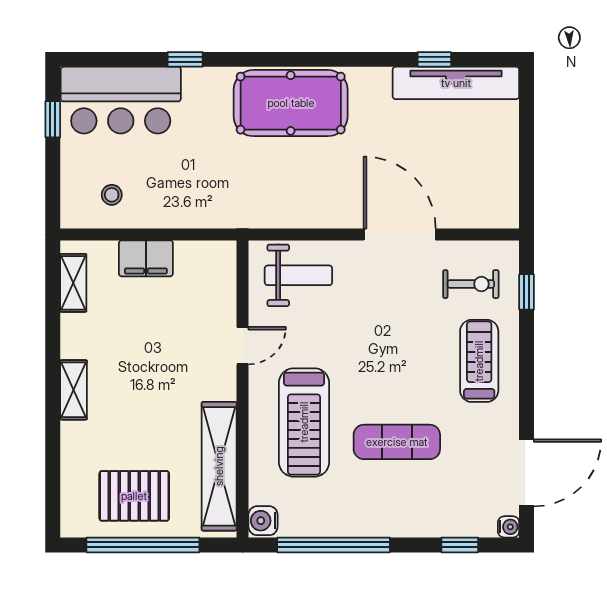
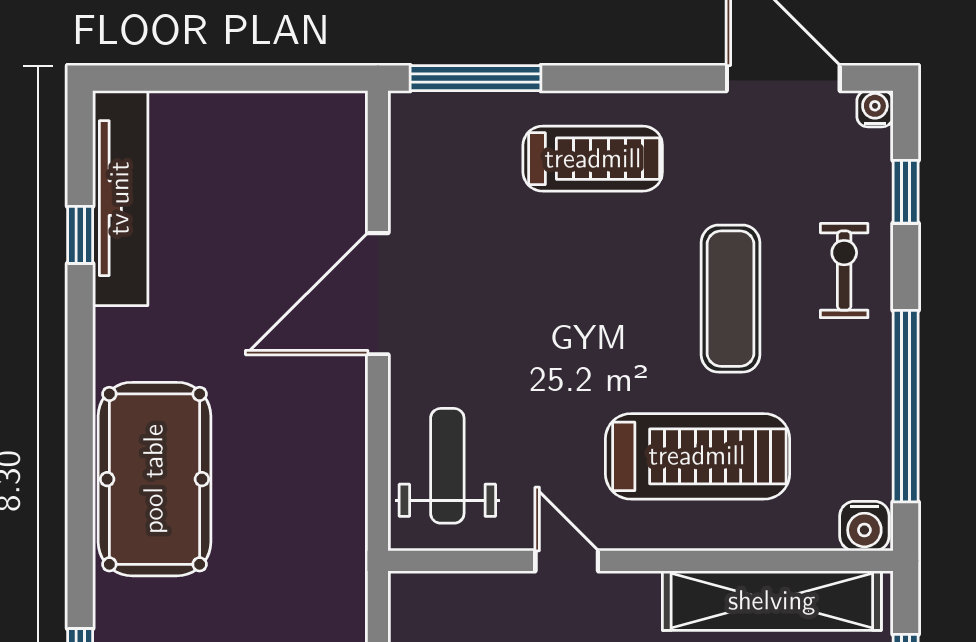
exercise bike: (471, 284) -> (844, 271), moved
window: (527, 292) -> (476, 78), width x2.17
treadmill: (479, 361) -> (593, 159), turned 180

